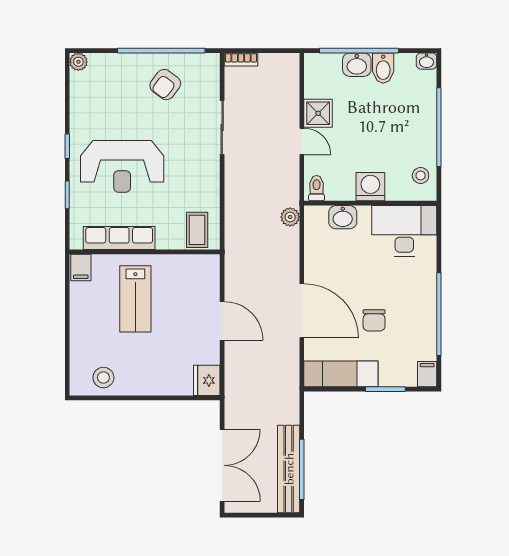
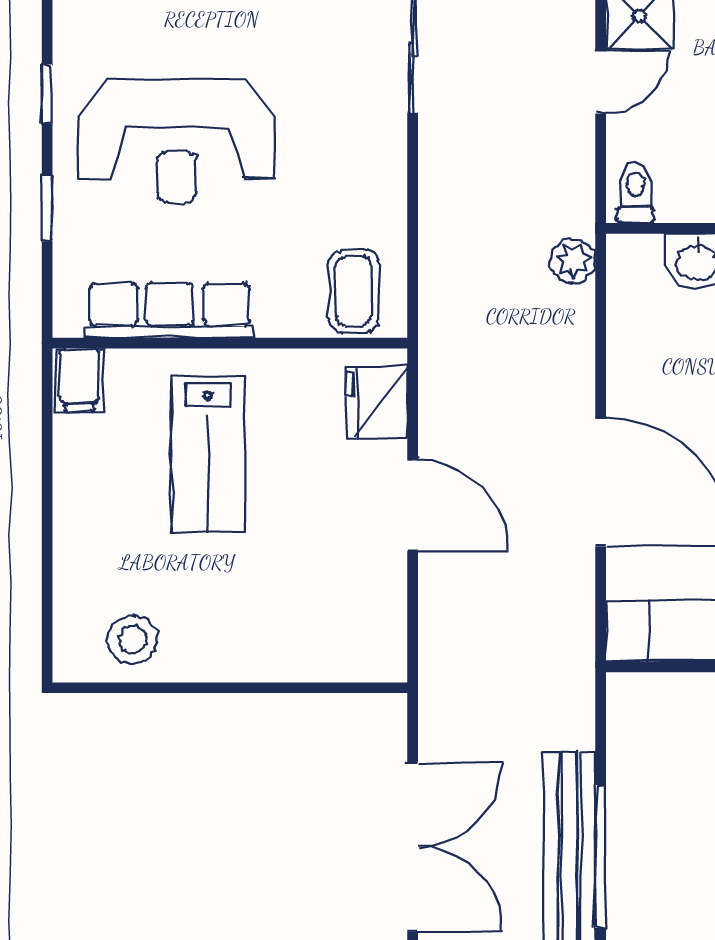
door: (302, 141) -> (601, 82), hinge flipped
fridge: (207, 380) -> (377, 403), moved

